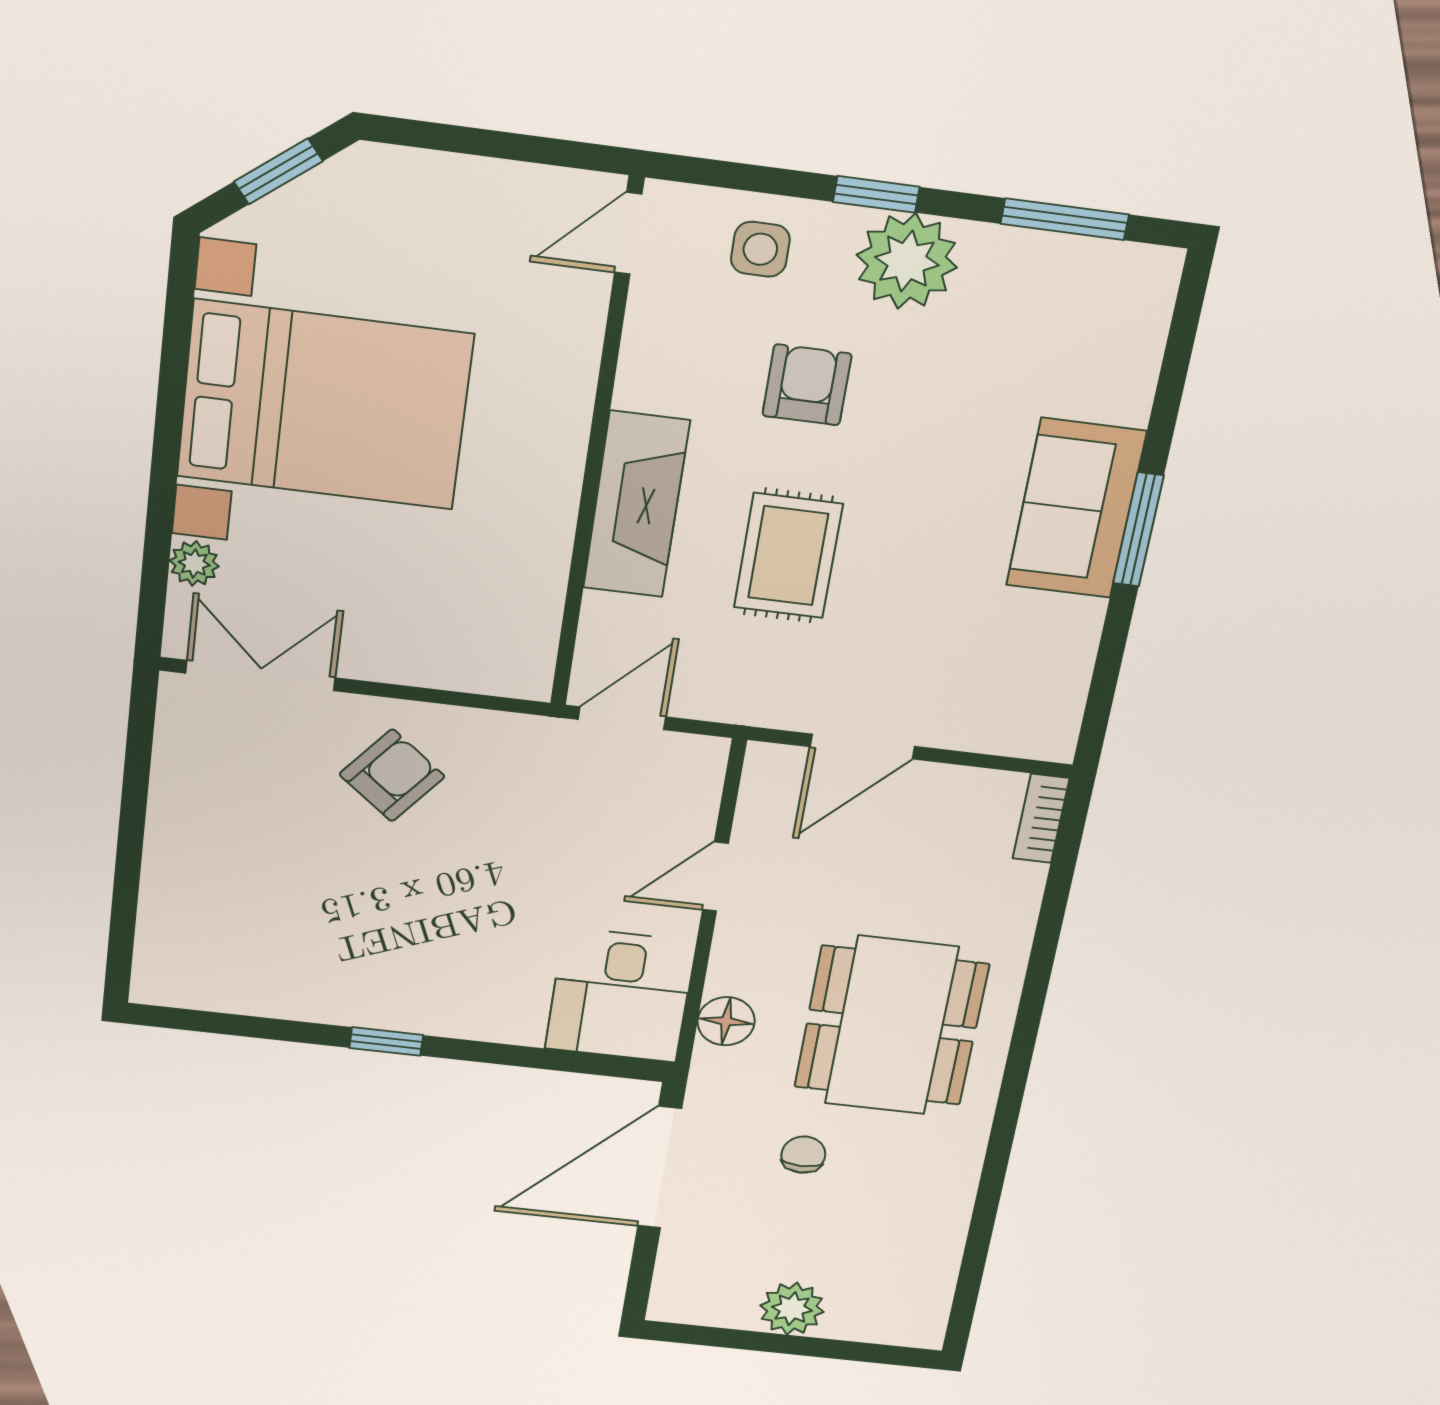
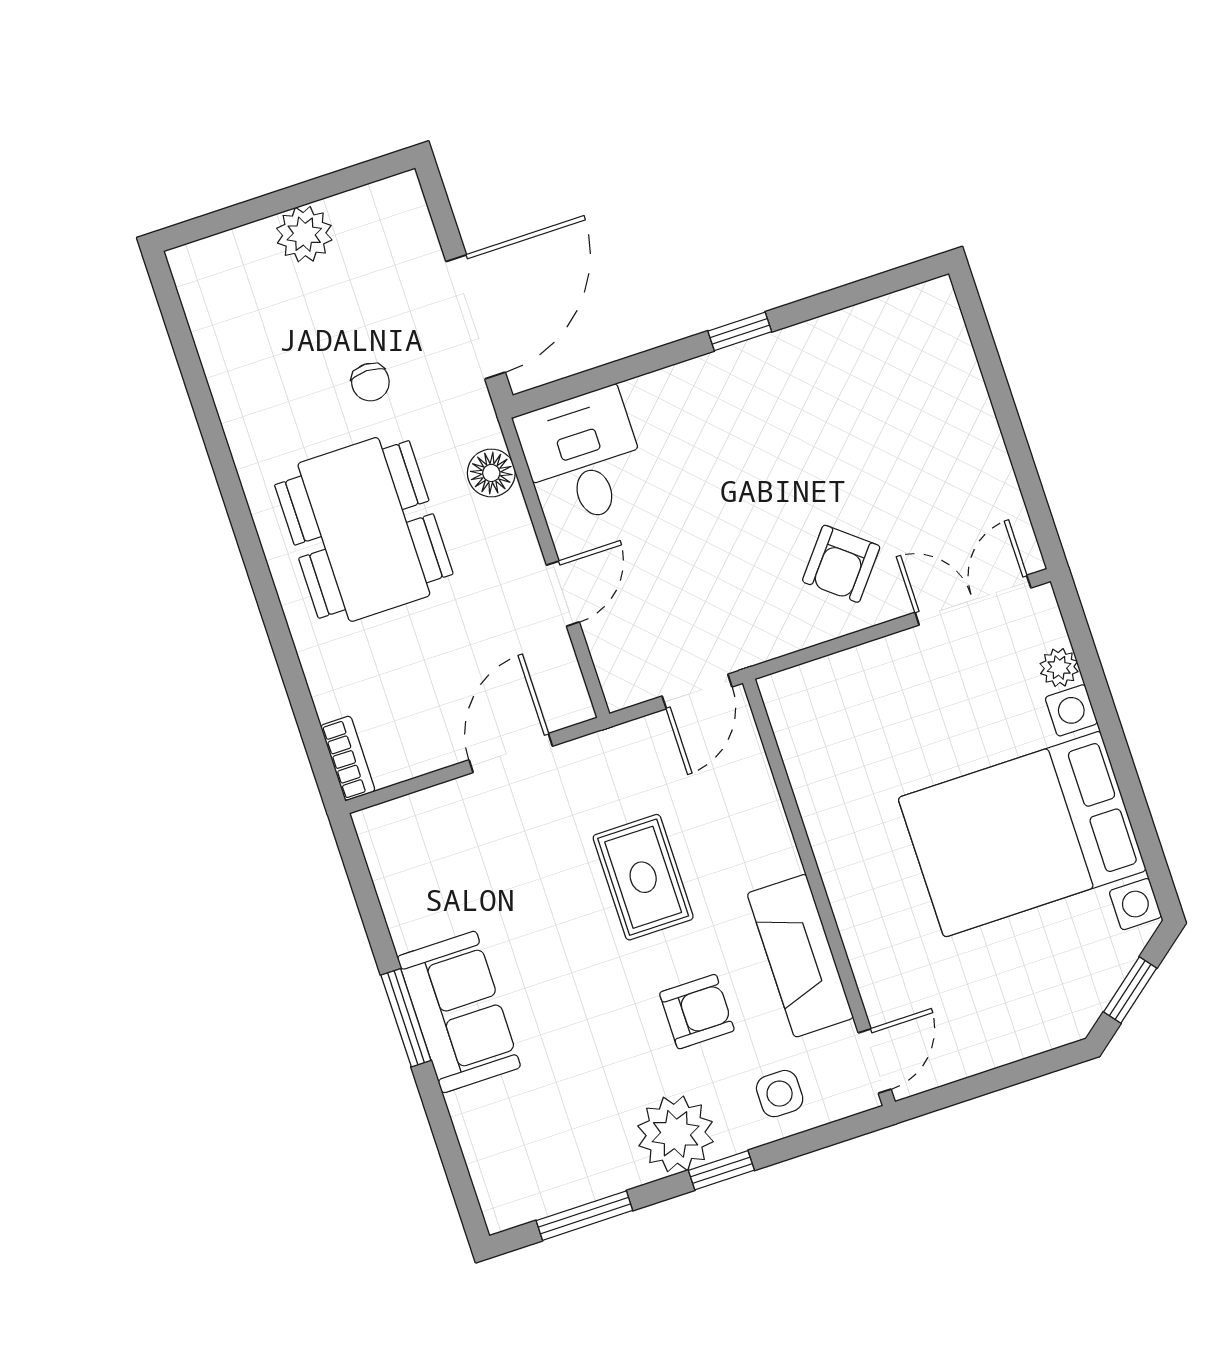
armchair: (807, 385) -> (697, 1012), turned -90
fireplace: (636, 505) -> (800, 956), moved
double door: (260, 676) -> (973, 600), swing flipped

